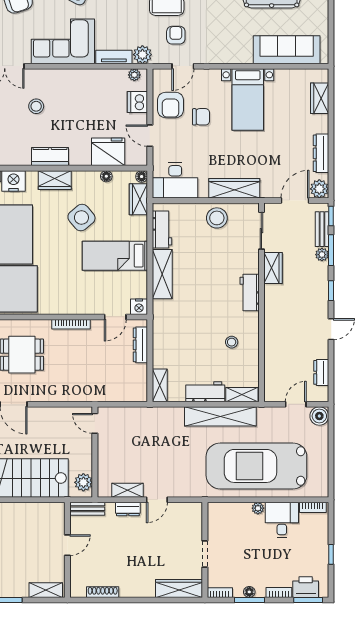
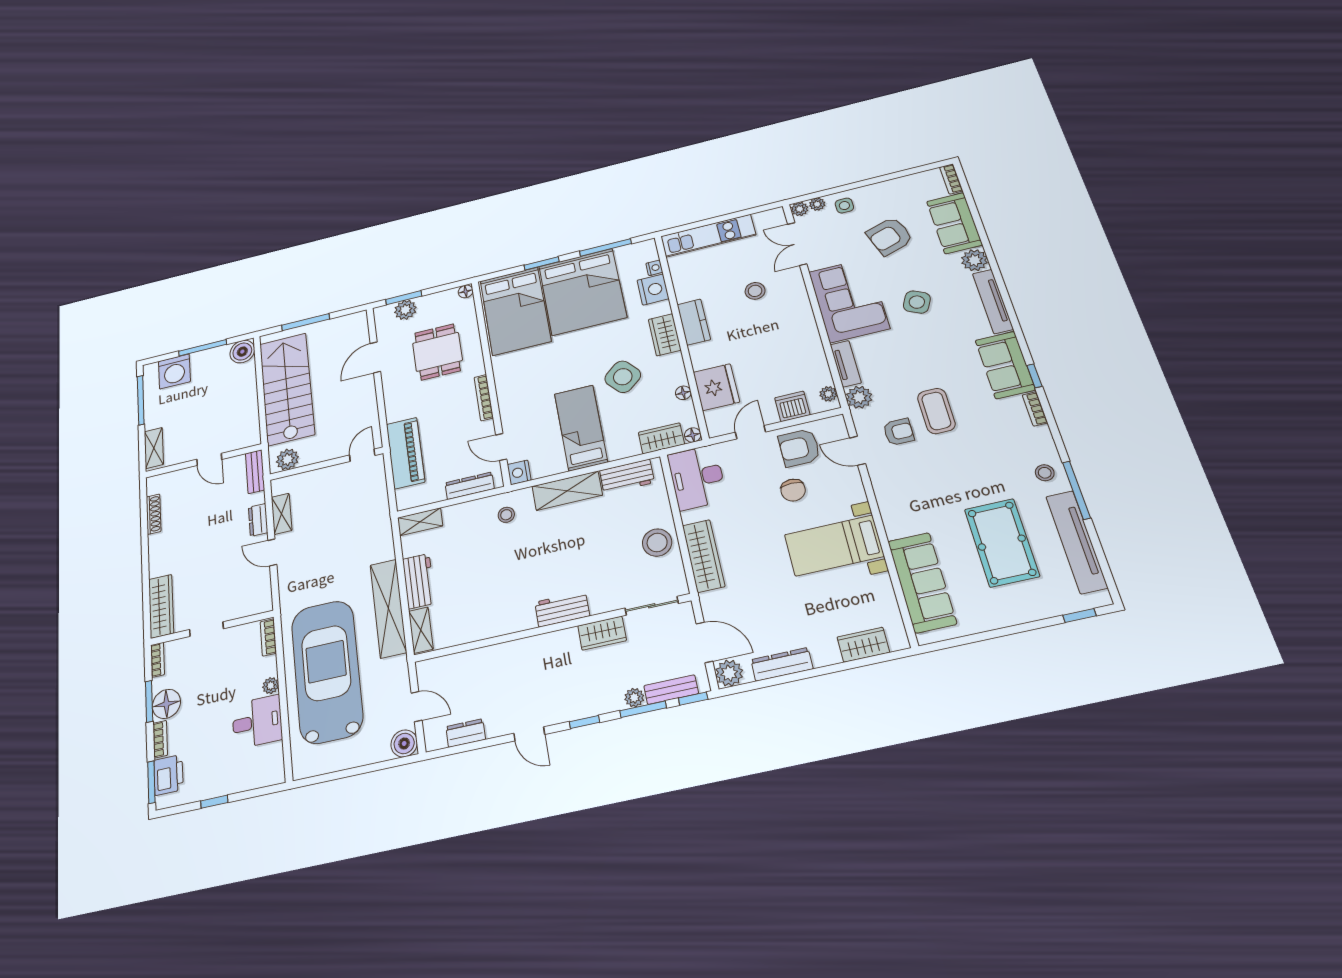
stool: (232, 342) -> (506, 515), moved
piano: (102, 390) -> (405, 453), added
bookcase: (313, 507) -> (268, 637), moved
floor lamp: (249, 592) -> (166, 704), width x1.89, depth x1.89

